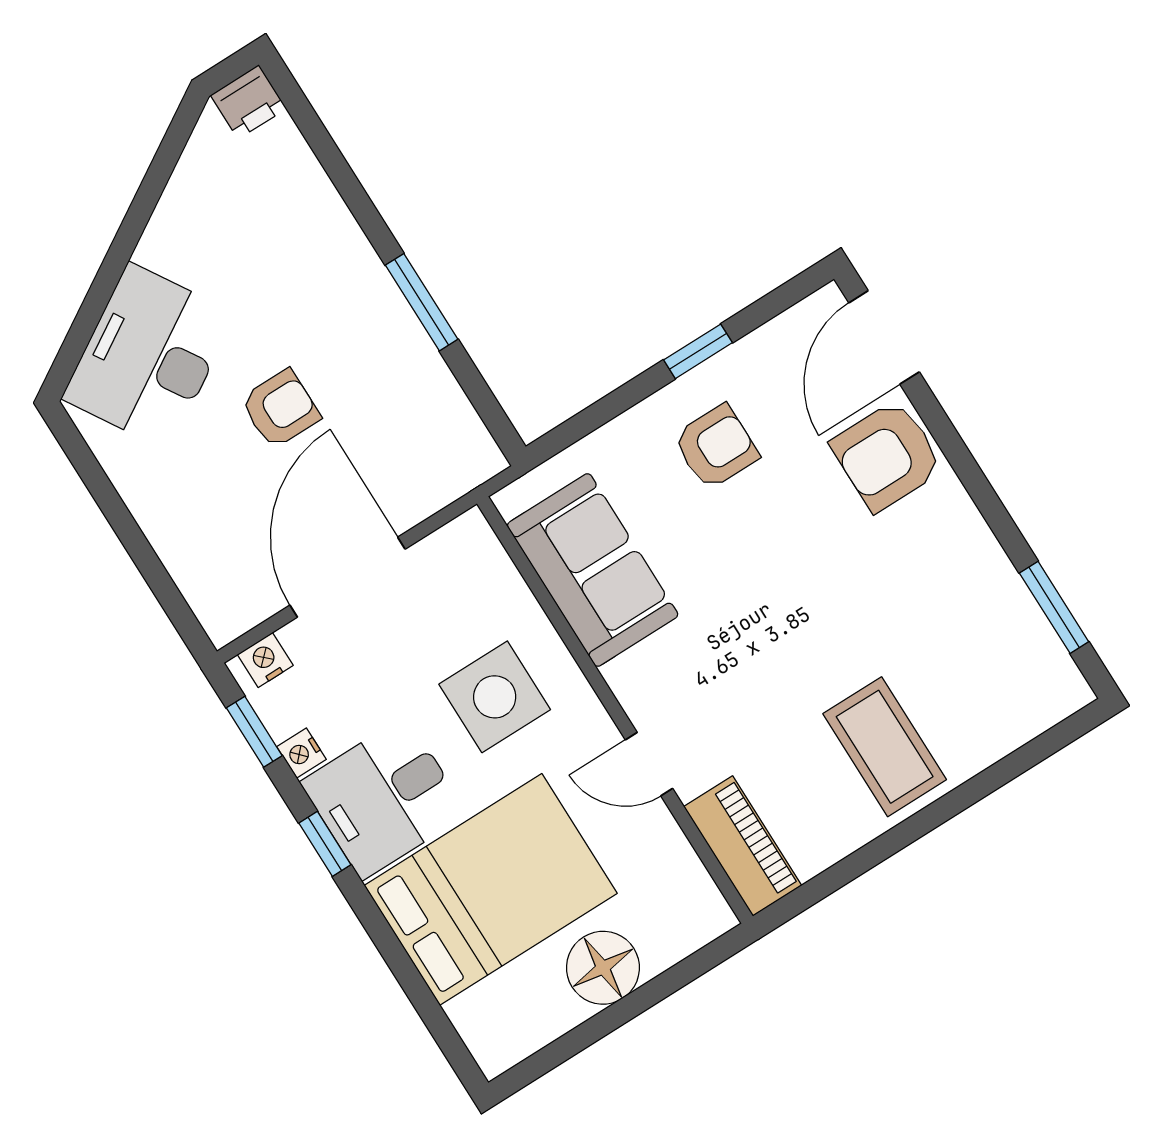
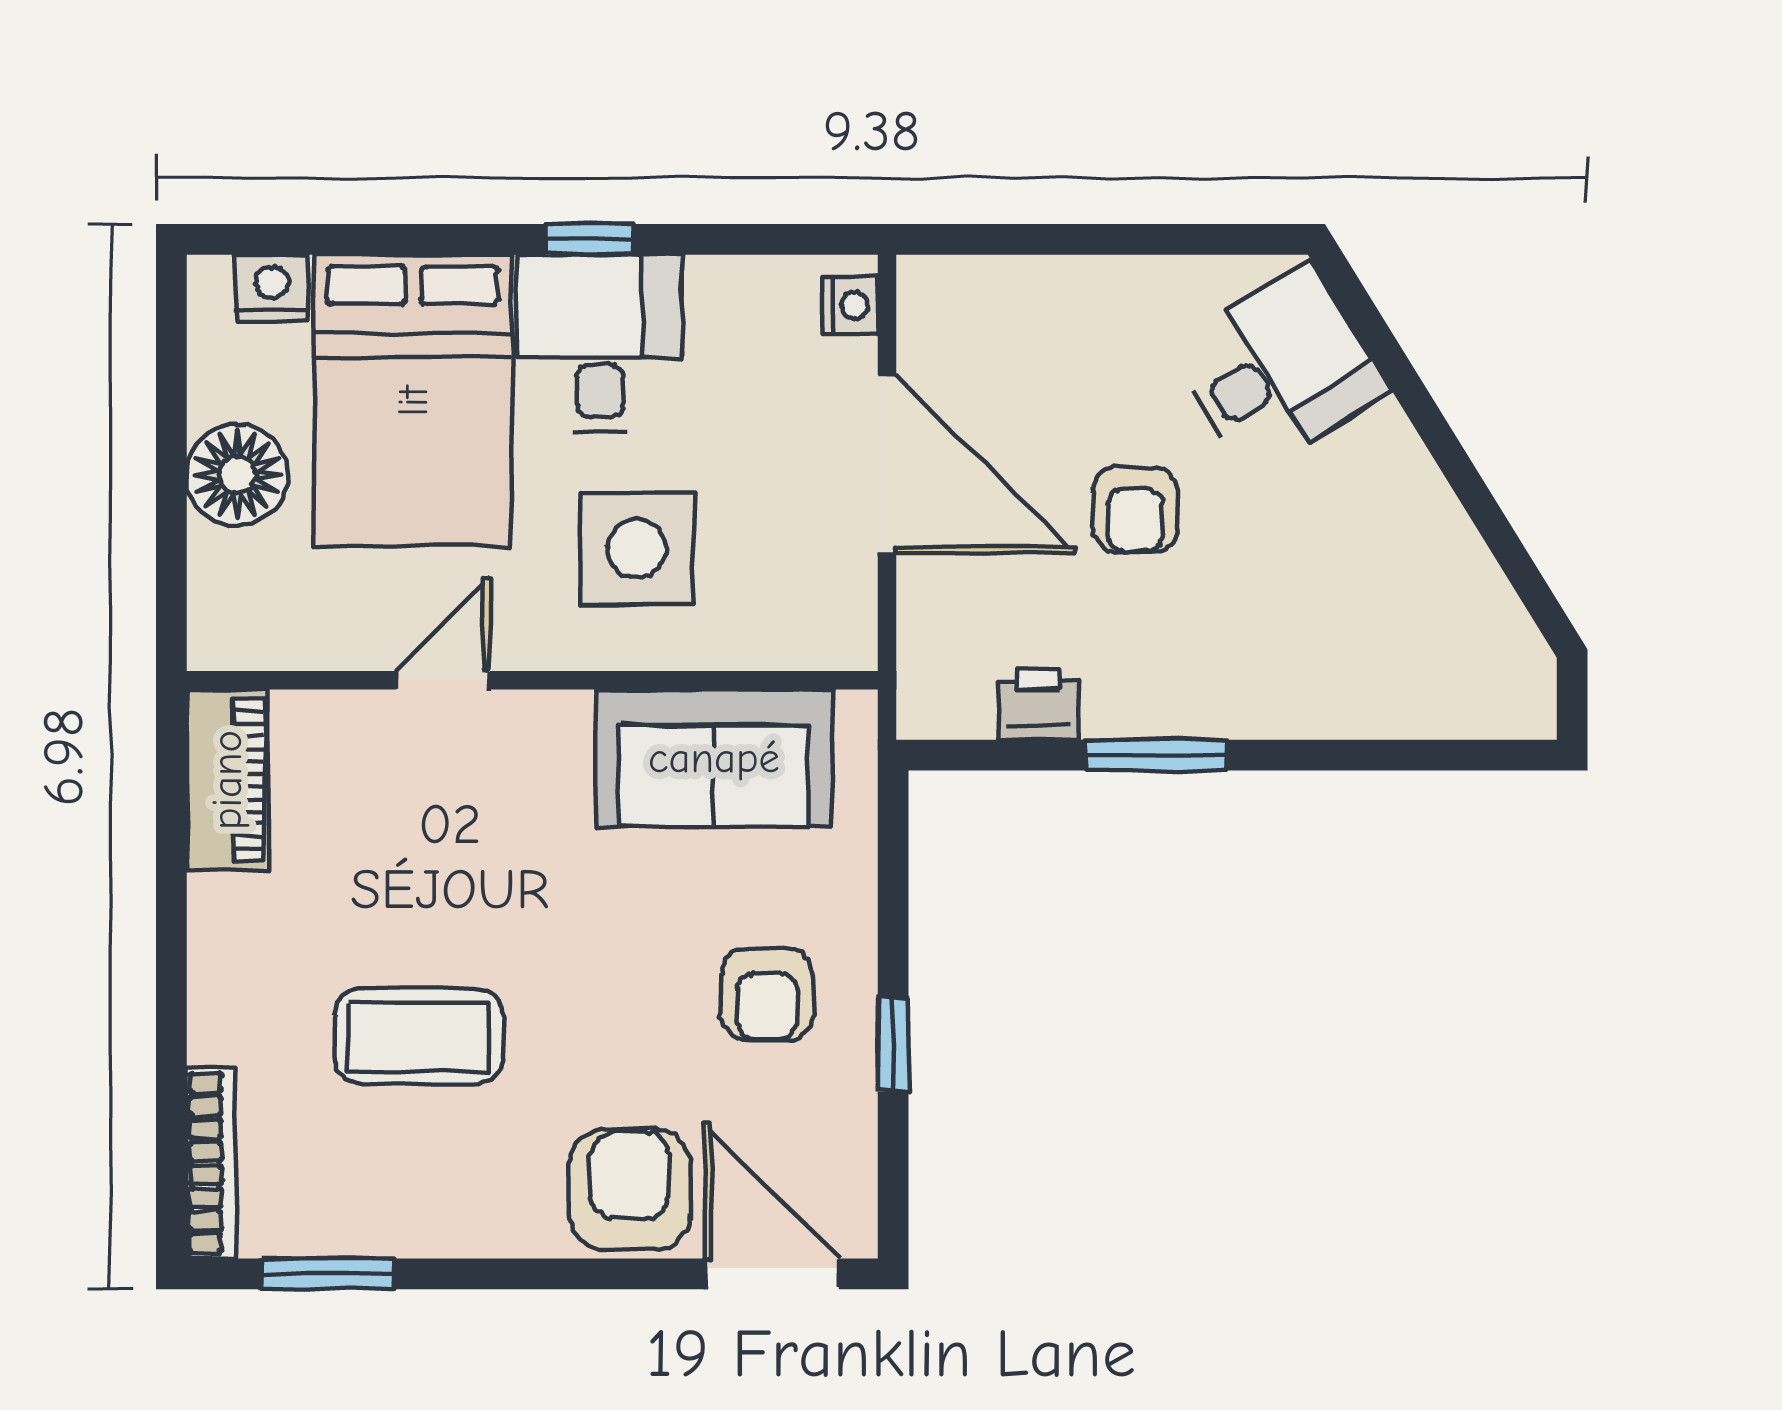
printer: (248, 102) -> (1039, 703), moved, turned 90
desk: (149, 356) -> (1279, 369), width x0.73
bookcase: (1031, 720) -> (211, 1163), added
window: (254, 732) -> (774, 239), removed
coffee table: (885, 747) -> (419, 1036), moved
nightstand: (301, 753) -> (272, 288), moved, width x1.39, depth x1.35
piano: (743, 846) -> (227, 780), moved, turned -90

